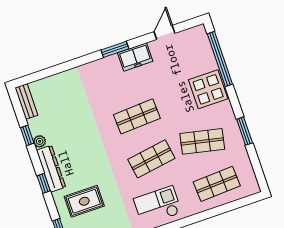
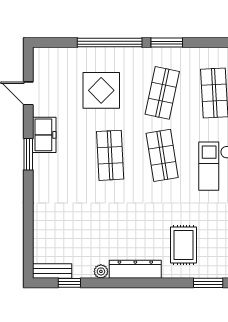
window: (220, 59) -> (110, 43), moved
display table: (208, 89) -> (101, 90), moved
window: (27, 135) -> (69, 283), moved
window: (44, 183) -> (149, 283), removed

